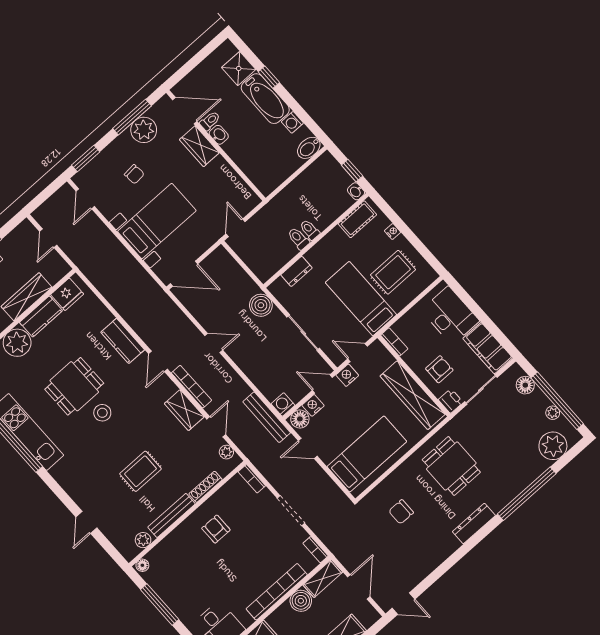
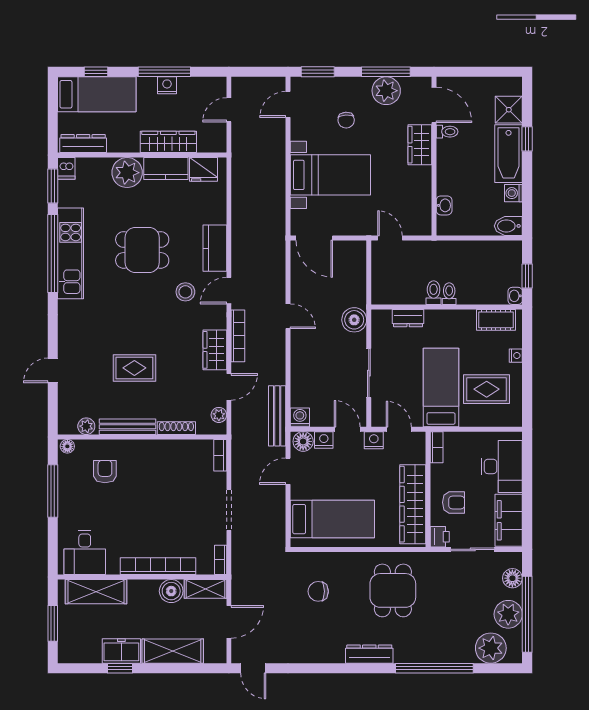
washbasin: (219, 135) -> (444, 205), moved
door: (236, 228) -> (390, 238), hinge flipped
stool: (102, 413) -> (185, 292), moved
plant: (553, 413) -> (508, 614), width x1.88, depth x1.88
door: (308, 448) -> (288, 471), hinge flipped
armchair: (216, 529) -> (105, 472), moved

